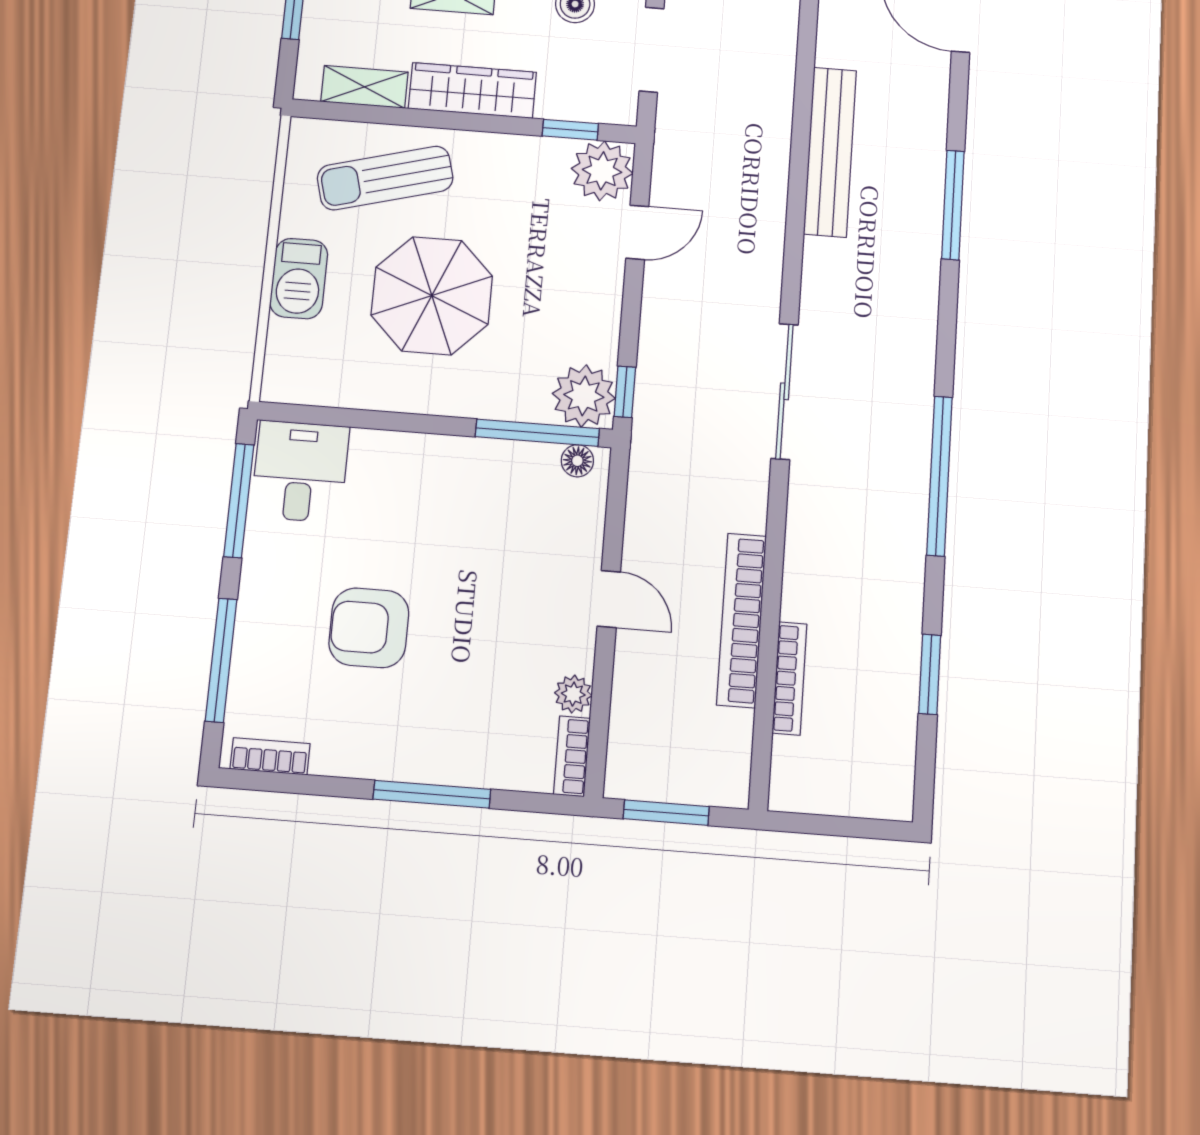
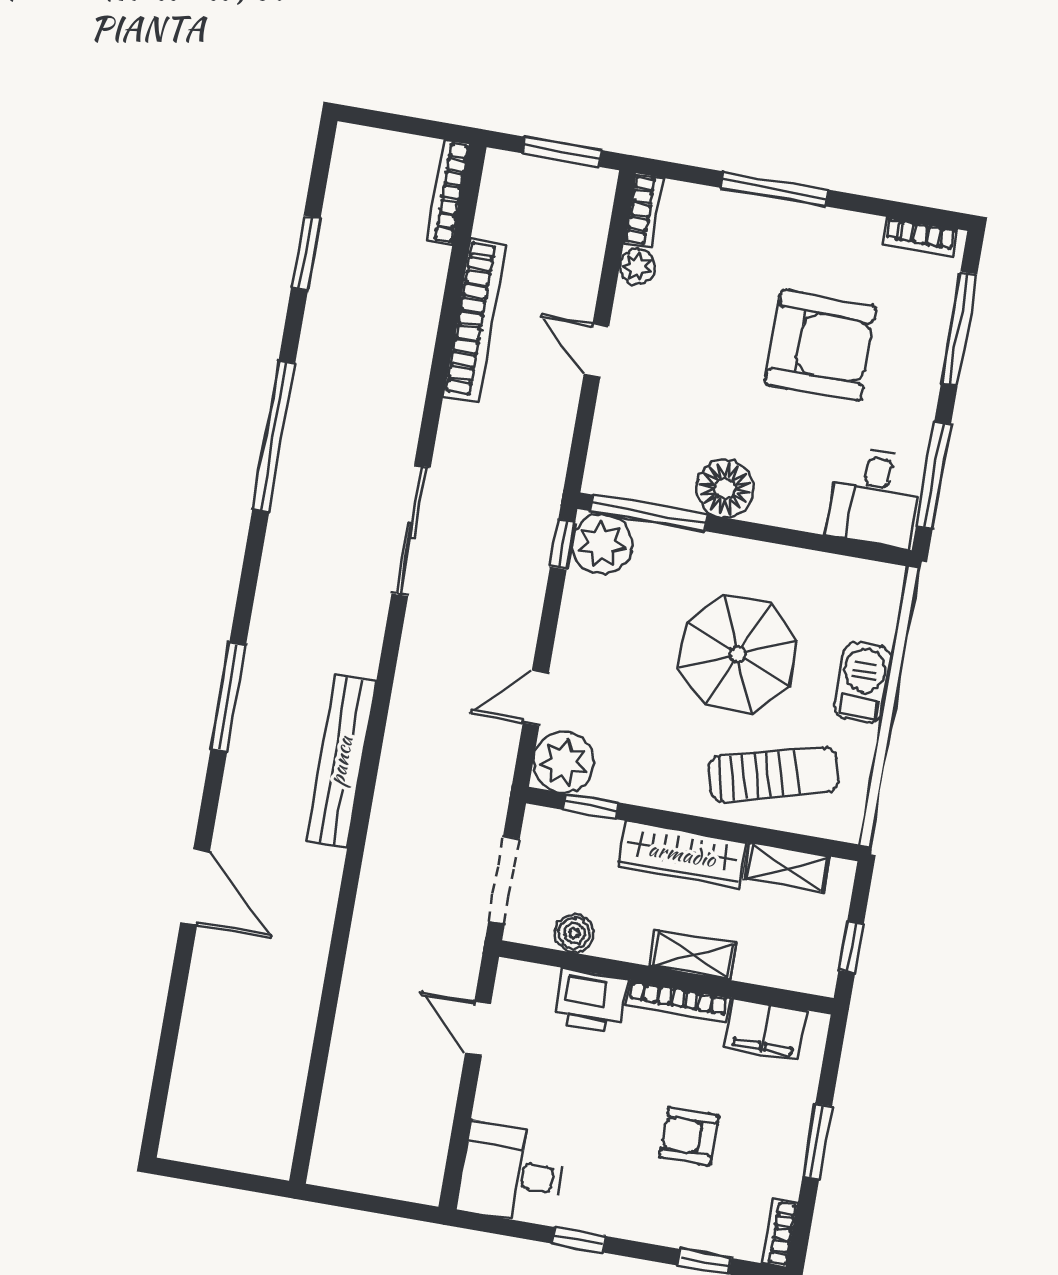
floor lamp: (577, 461) -> (725, 488), moved, width x1.89, depth x1.89
armchair: (369, 628) -> (821, 345), width x1.36, depth x1.36
bookcase: (789, 678) -> (448, 192), moved

